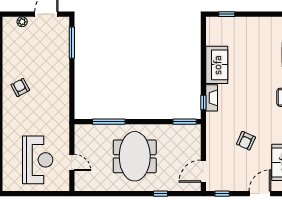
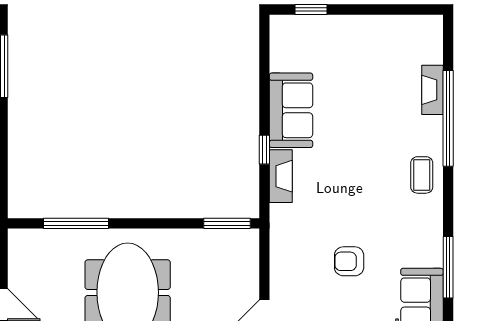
window: (203, 102) -> (264, 150), moved
armchair: (246, 141) -> (349, 261), turned 66

